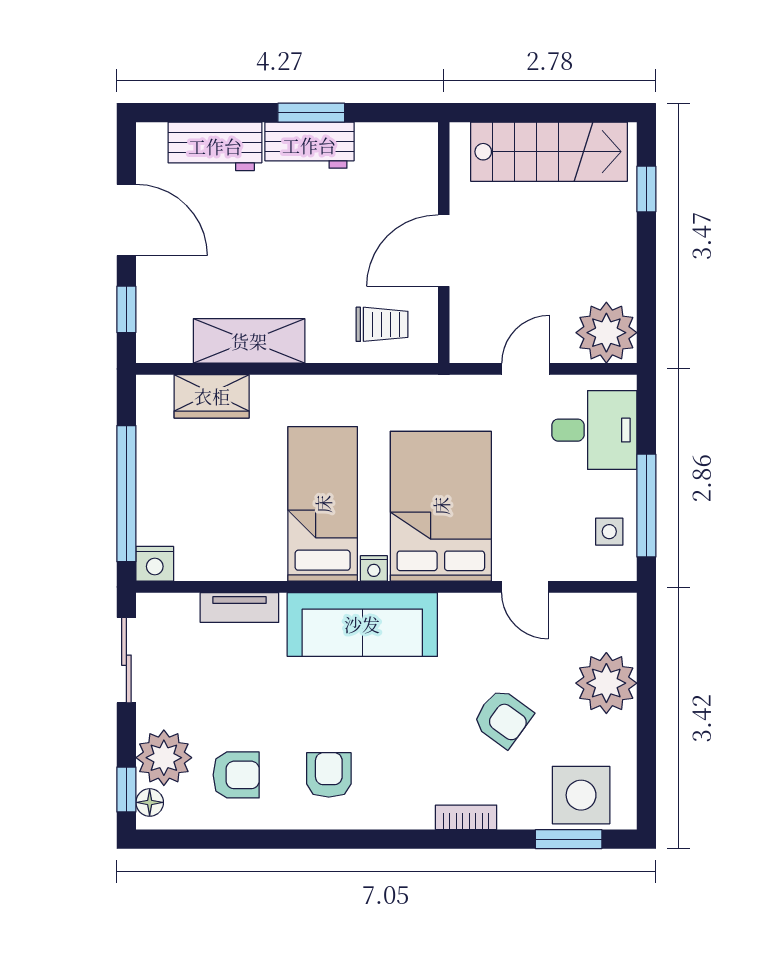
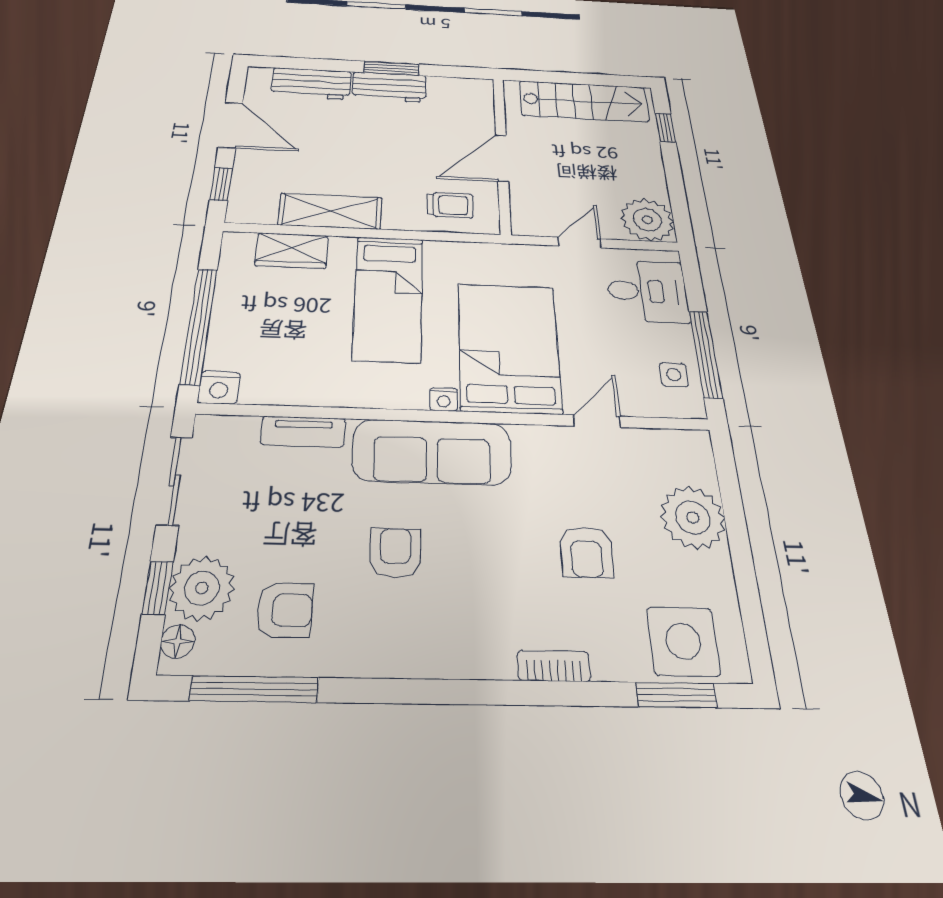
bed: (323, 504) -> (388, 298), moved, turned 180
door: (525, 587) -> (597, 421), swing flipped
armchair: (503, 718) -> (586, 552), turned 54
armchair: (329, 775) -> (395, 553), moved
window: (126, 789) -> (158, 588), moved
window: (217, 839) -> (255, 689), added

